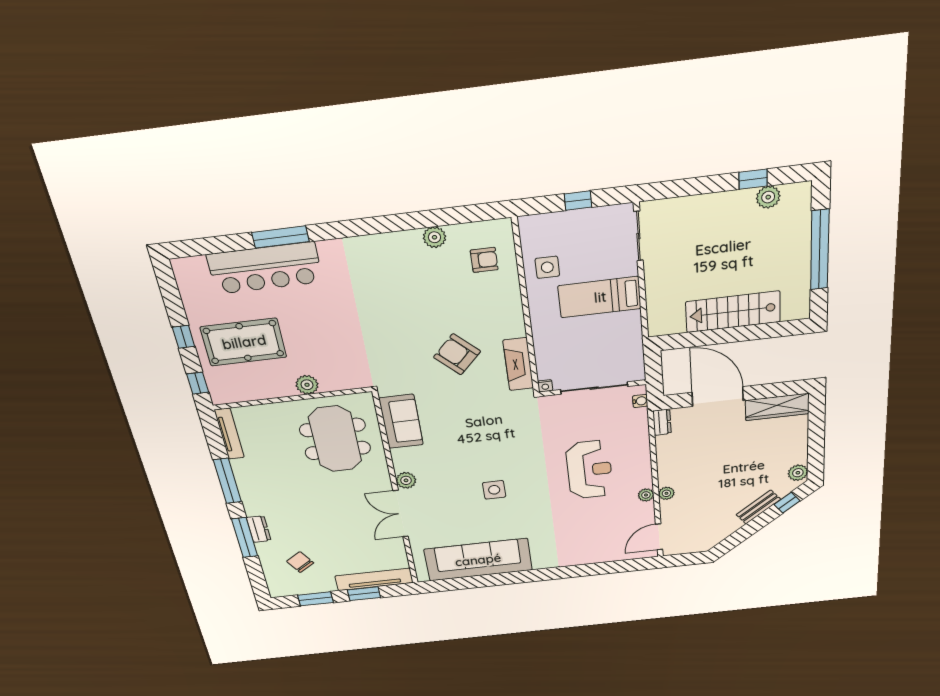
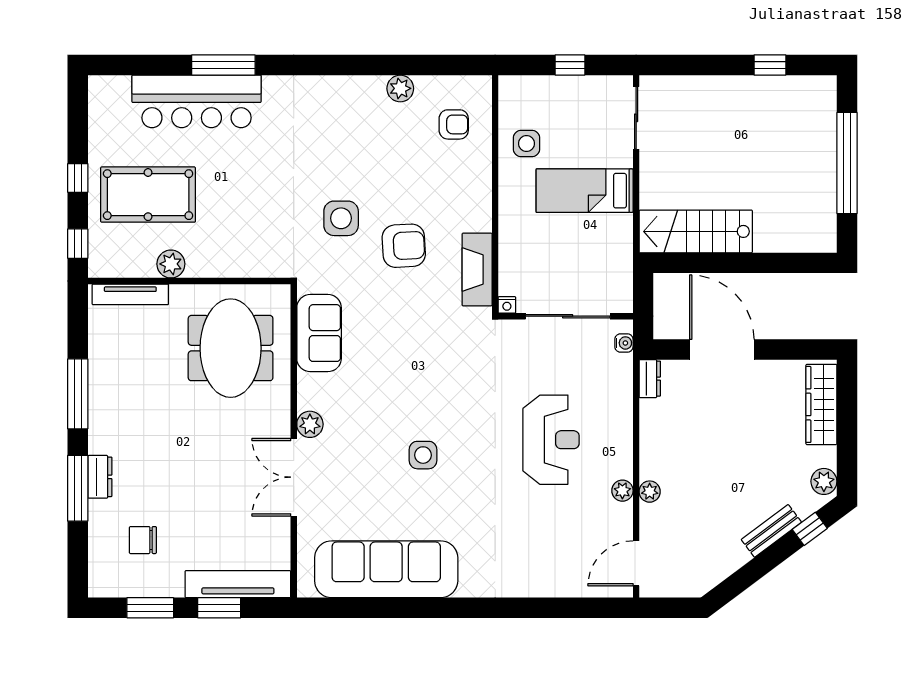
plant: (768, 197) -> (787, 89), removed
stairs: (733, 312) -> (696, 231), moved
side table: (403, 341) -> (341, 218), added
armchair: (457, 354) -> (404, 246), turned 133
plant: (307, 385) -> (171, 264), moved
wardrobe: (777, 407) -> (821, 404), moved, turned 90
tv unit: (229, 434) -> (130, 294), moved, turned 90
chair: (300, 562) -> (143, 540), turned -57

